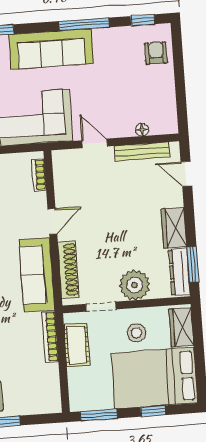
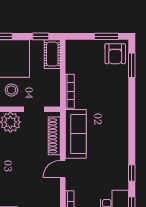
cot: (77, 345) -> (52, 54), moved
window: (99, 415) -> (41, 36), width x0.67

